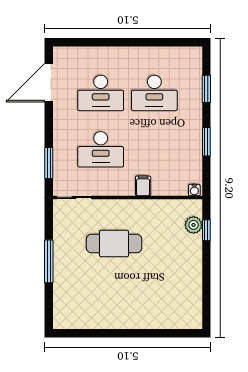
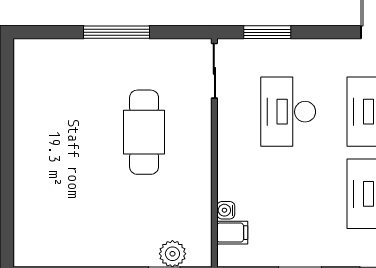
filing cabinet: (143, 186) -> (232, 233), moved
water cooler: (194, 190) -> (226, 210), moved

